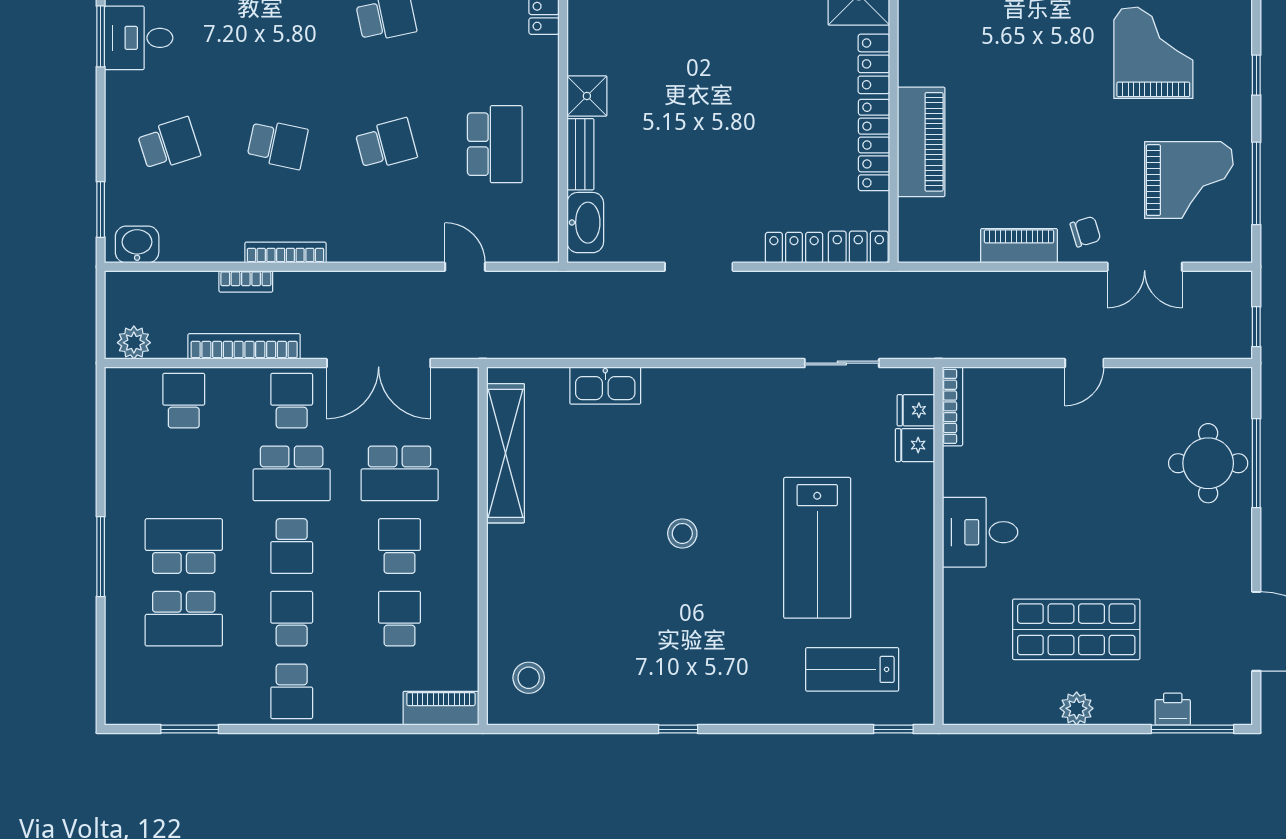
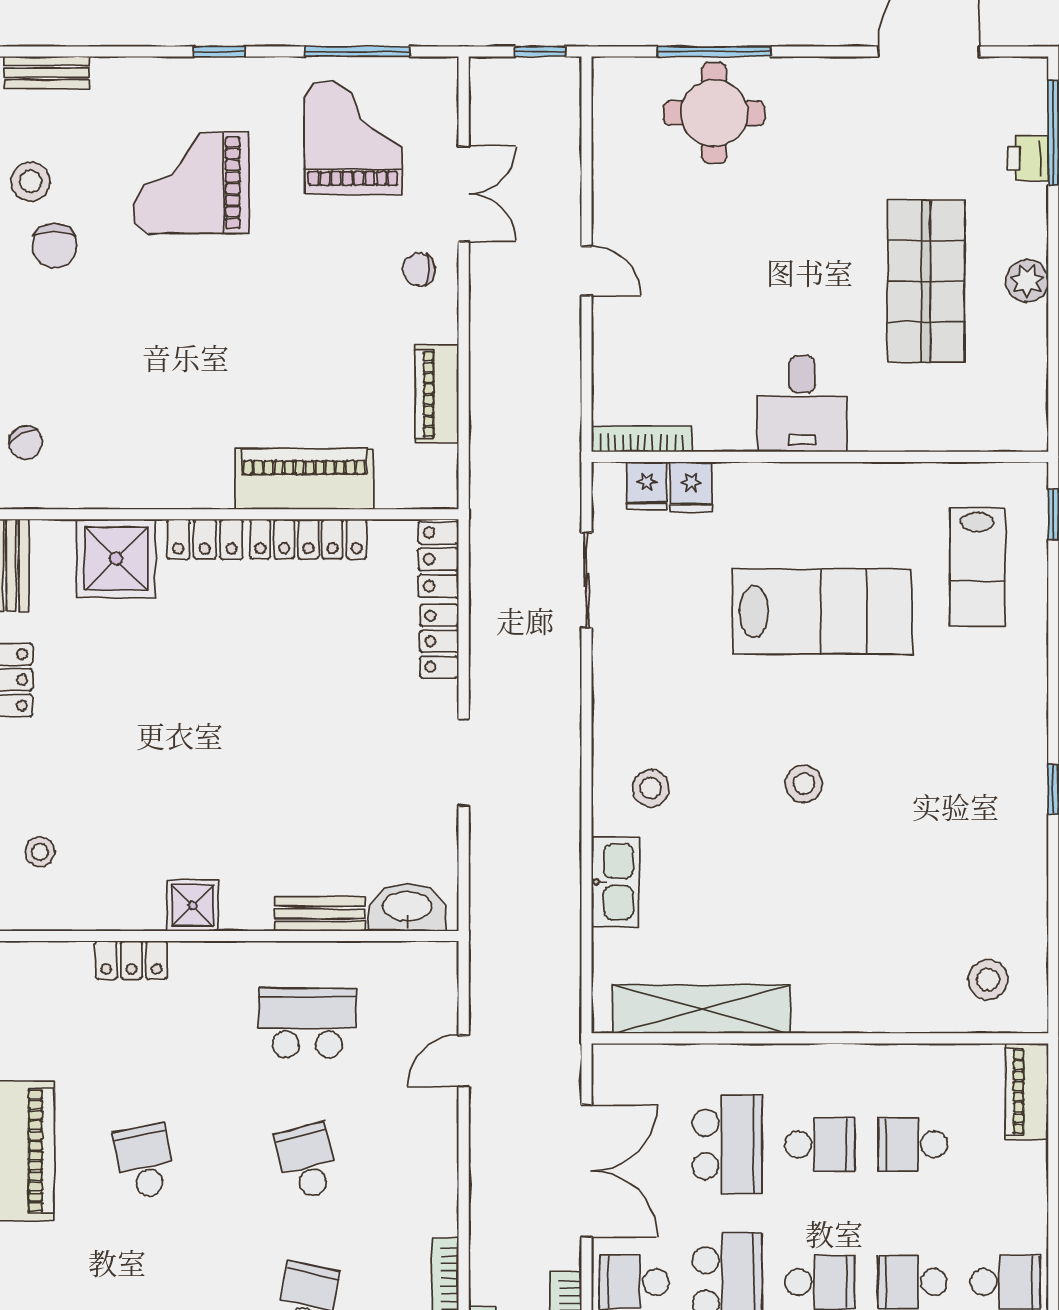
shower: (587, 96) -> (193, 905), moved
chair: (1085, 232) -> (419, 269), turned -73
piano: (1019, 246) -> (437, 394), moved
stool: (679, 413) -> (651, 788), added
school desk: (400, 546) -> (820, 1144), turned 180

